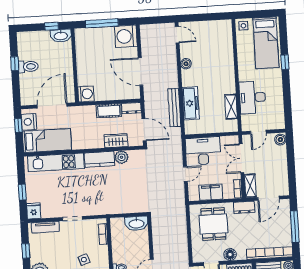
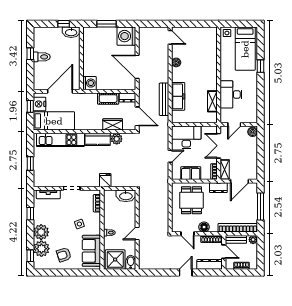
window: (102, 23) -> (107, 24), width x0.69
fridge: (34, 211) -> (105, 180), moved

